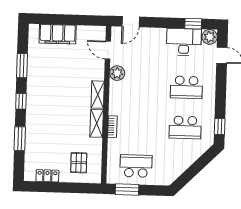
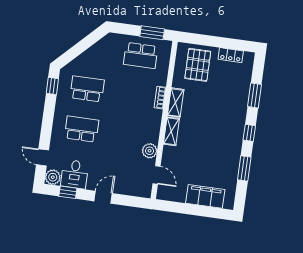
door: (131, 22) -> (103, 197), moved
desk: (184, 42) -> (75, 174), width x0.73
pallet: (79, 163) -> (198, 65), width x1.50, depth x1.42

